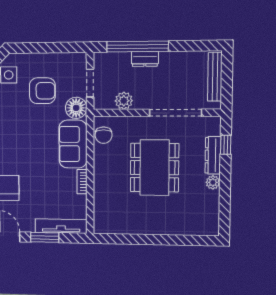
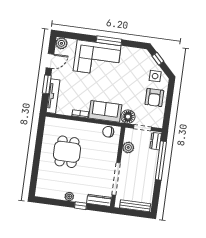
dresser: (145, 59) -> (156, 141), moved
armchair: (42, 91) -> (154, 97), moved
window: (226, 145) -> (81, 206), moved
dresser: (213, 155) -> (99, 200), moved
dining table: (155, 168) -> (67, 152), moved, width x0.73

